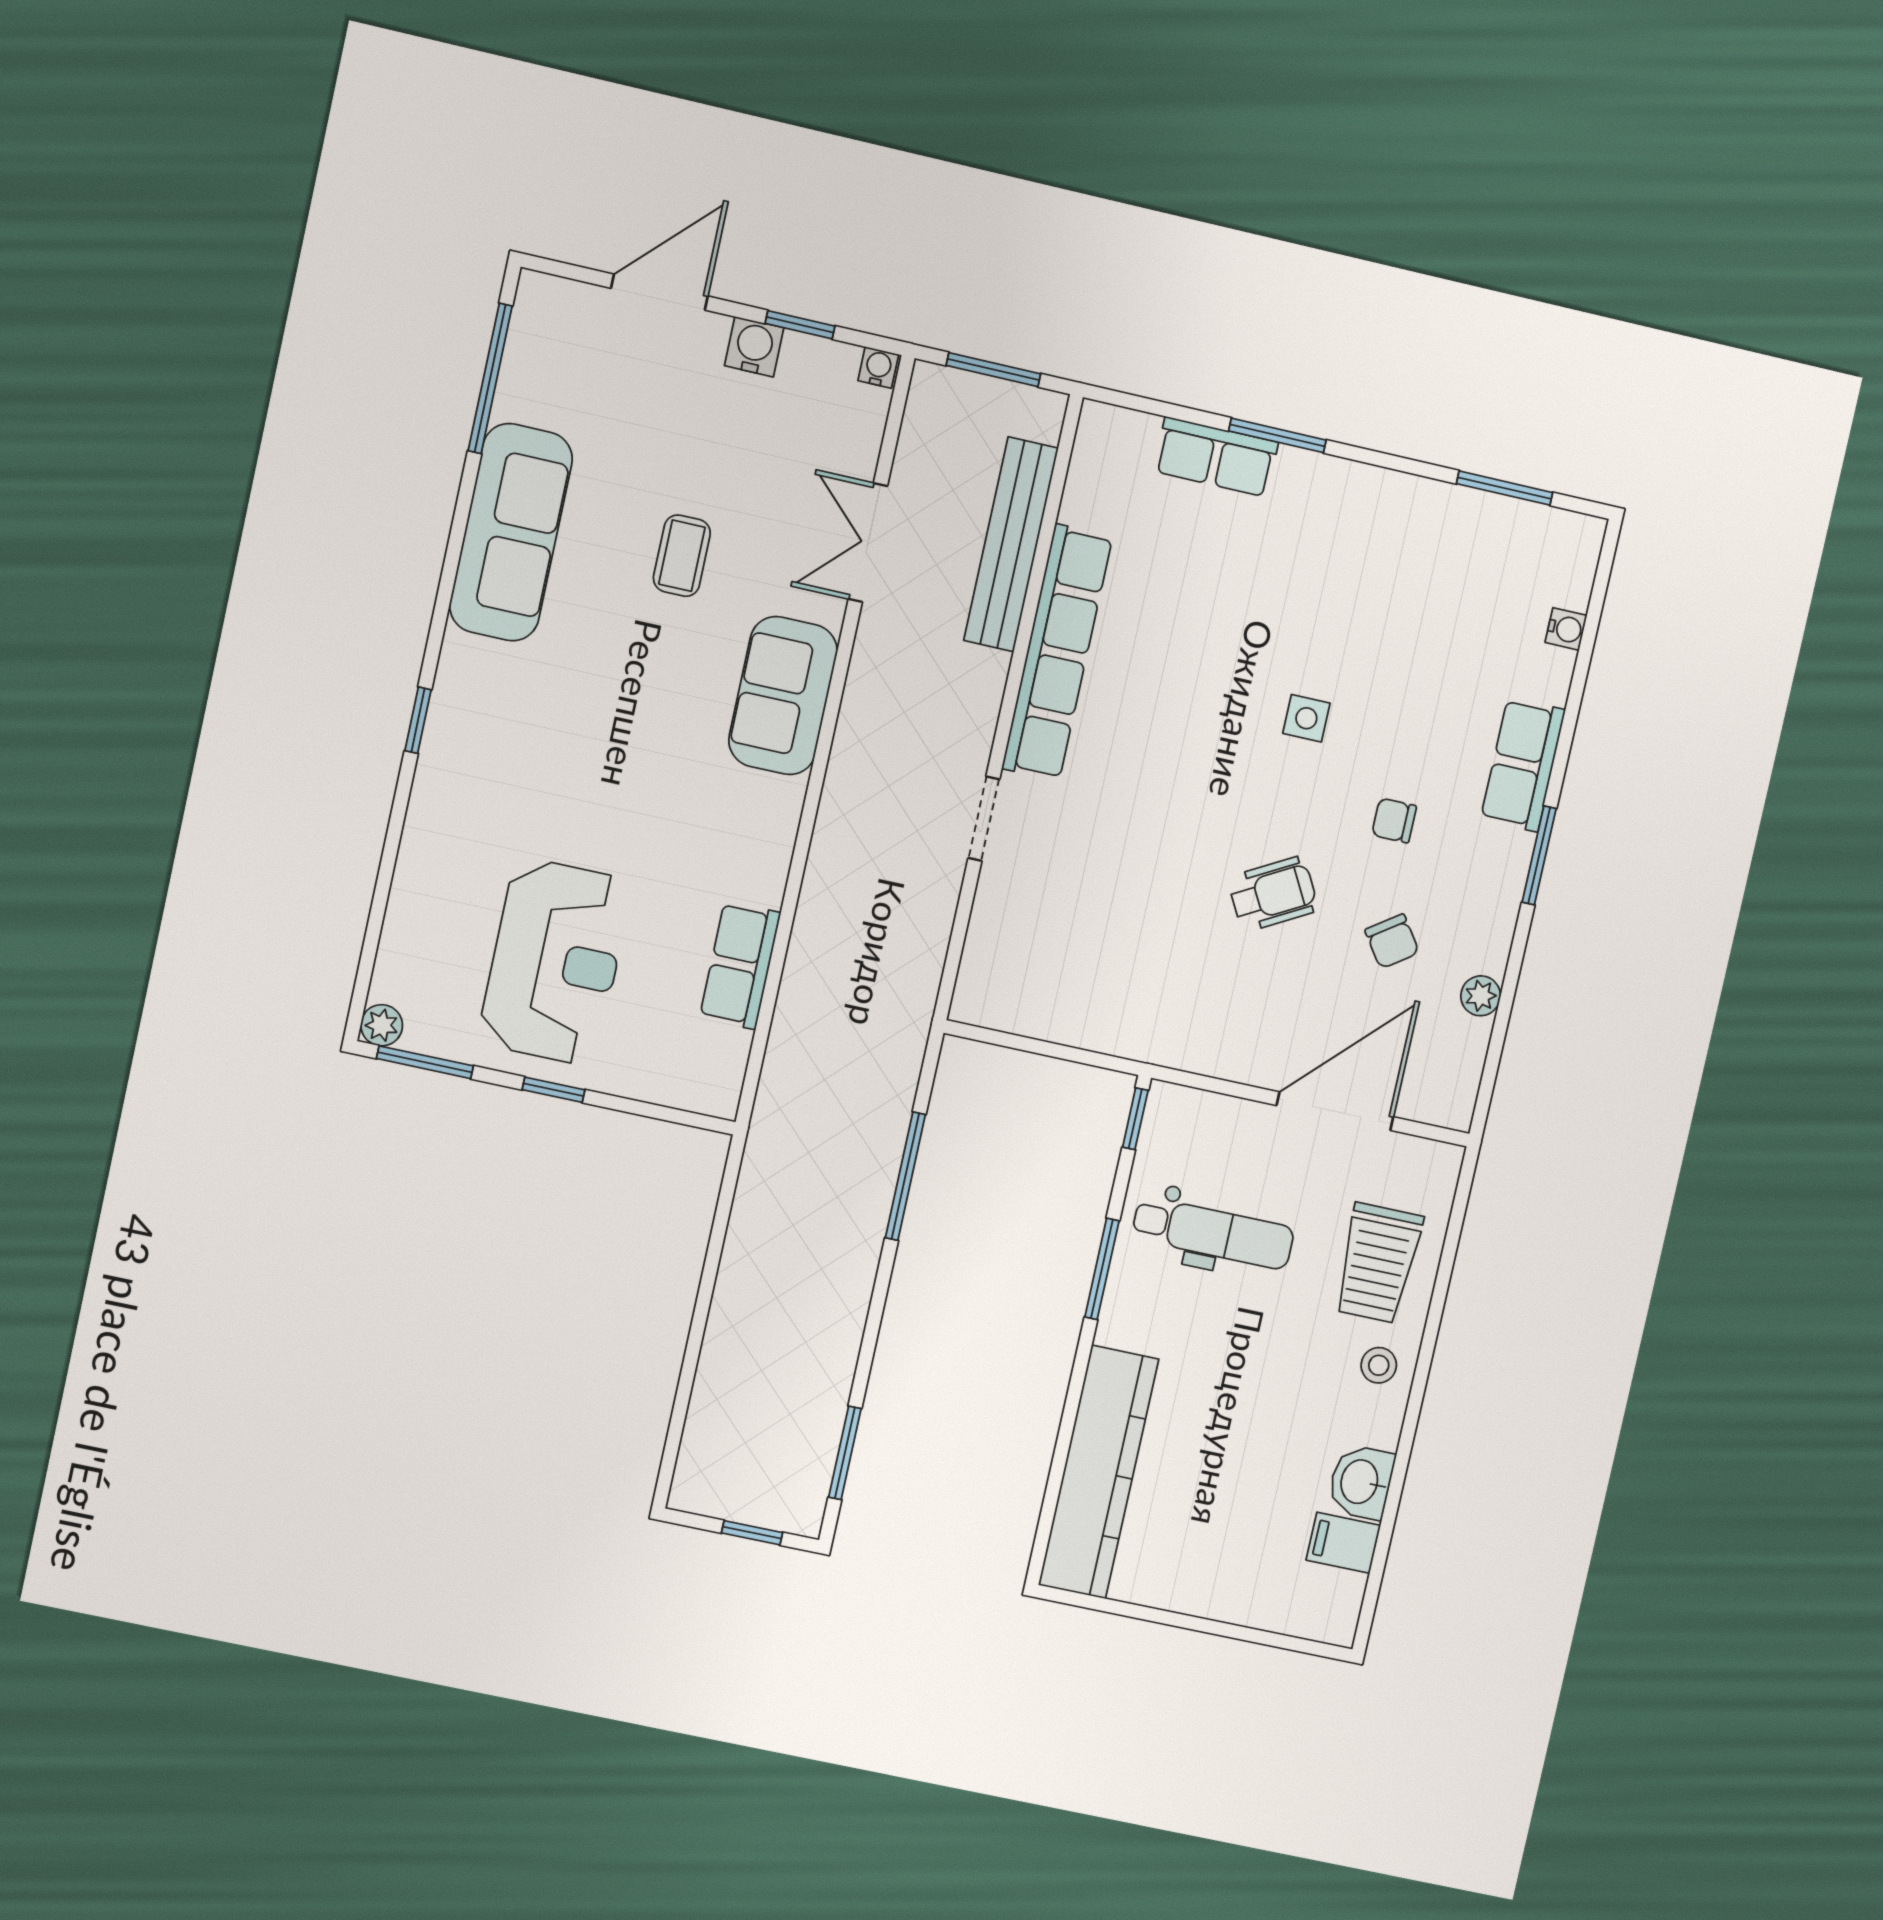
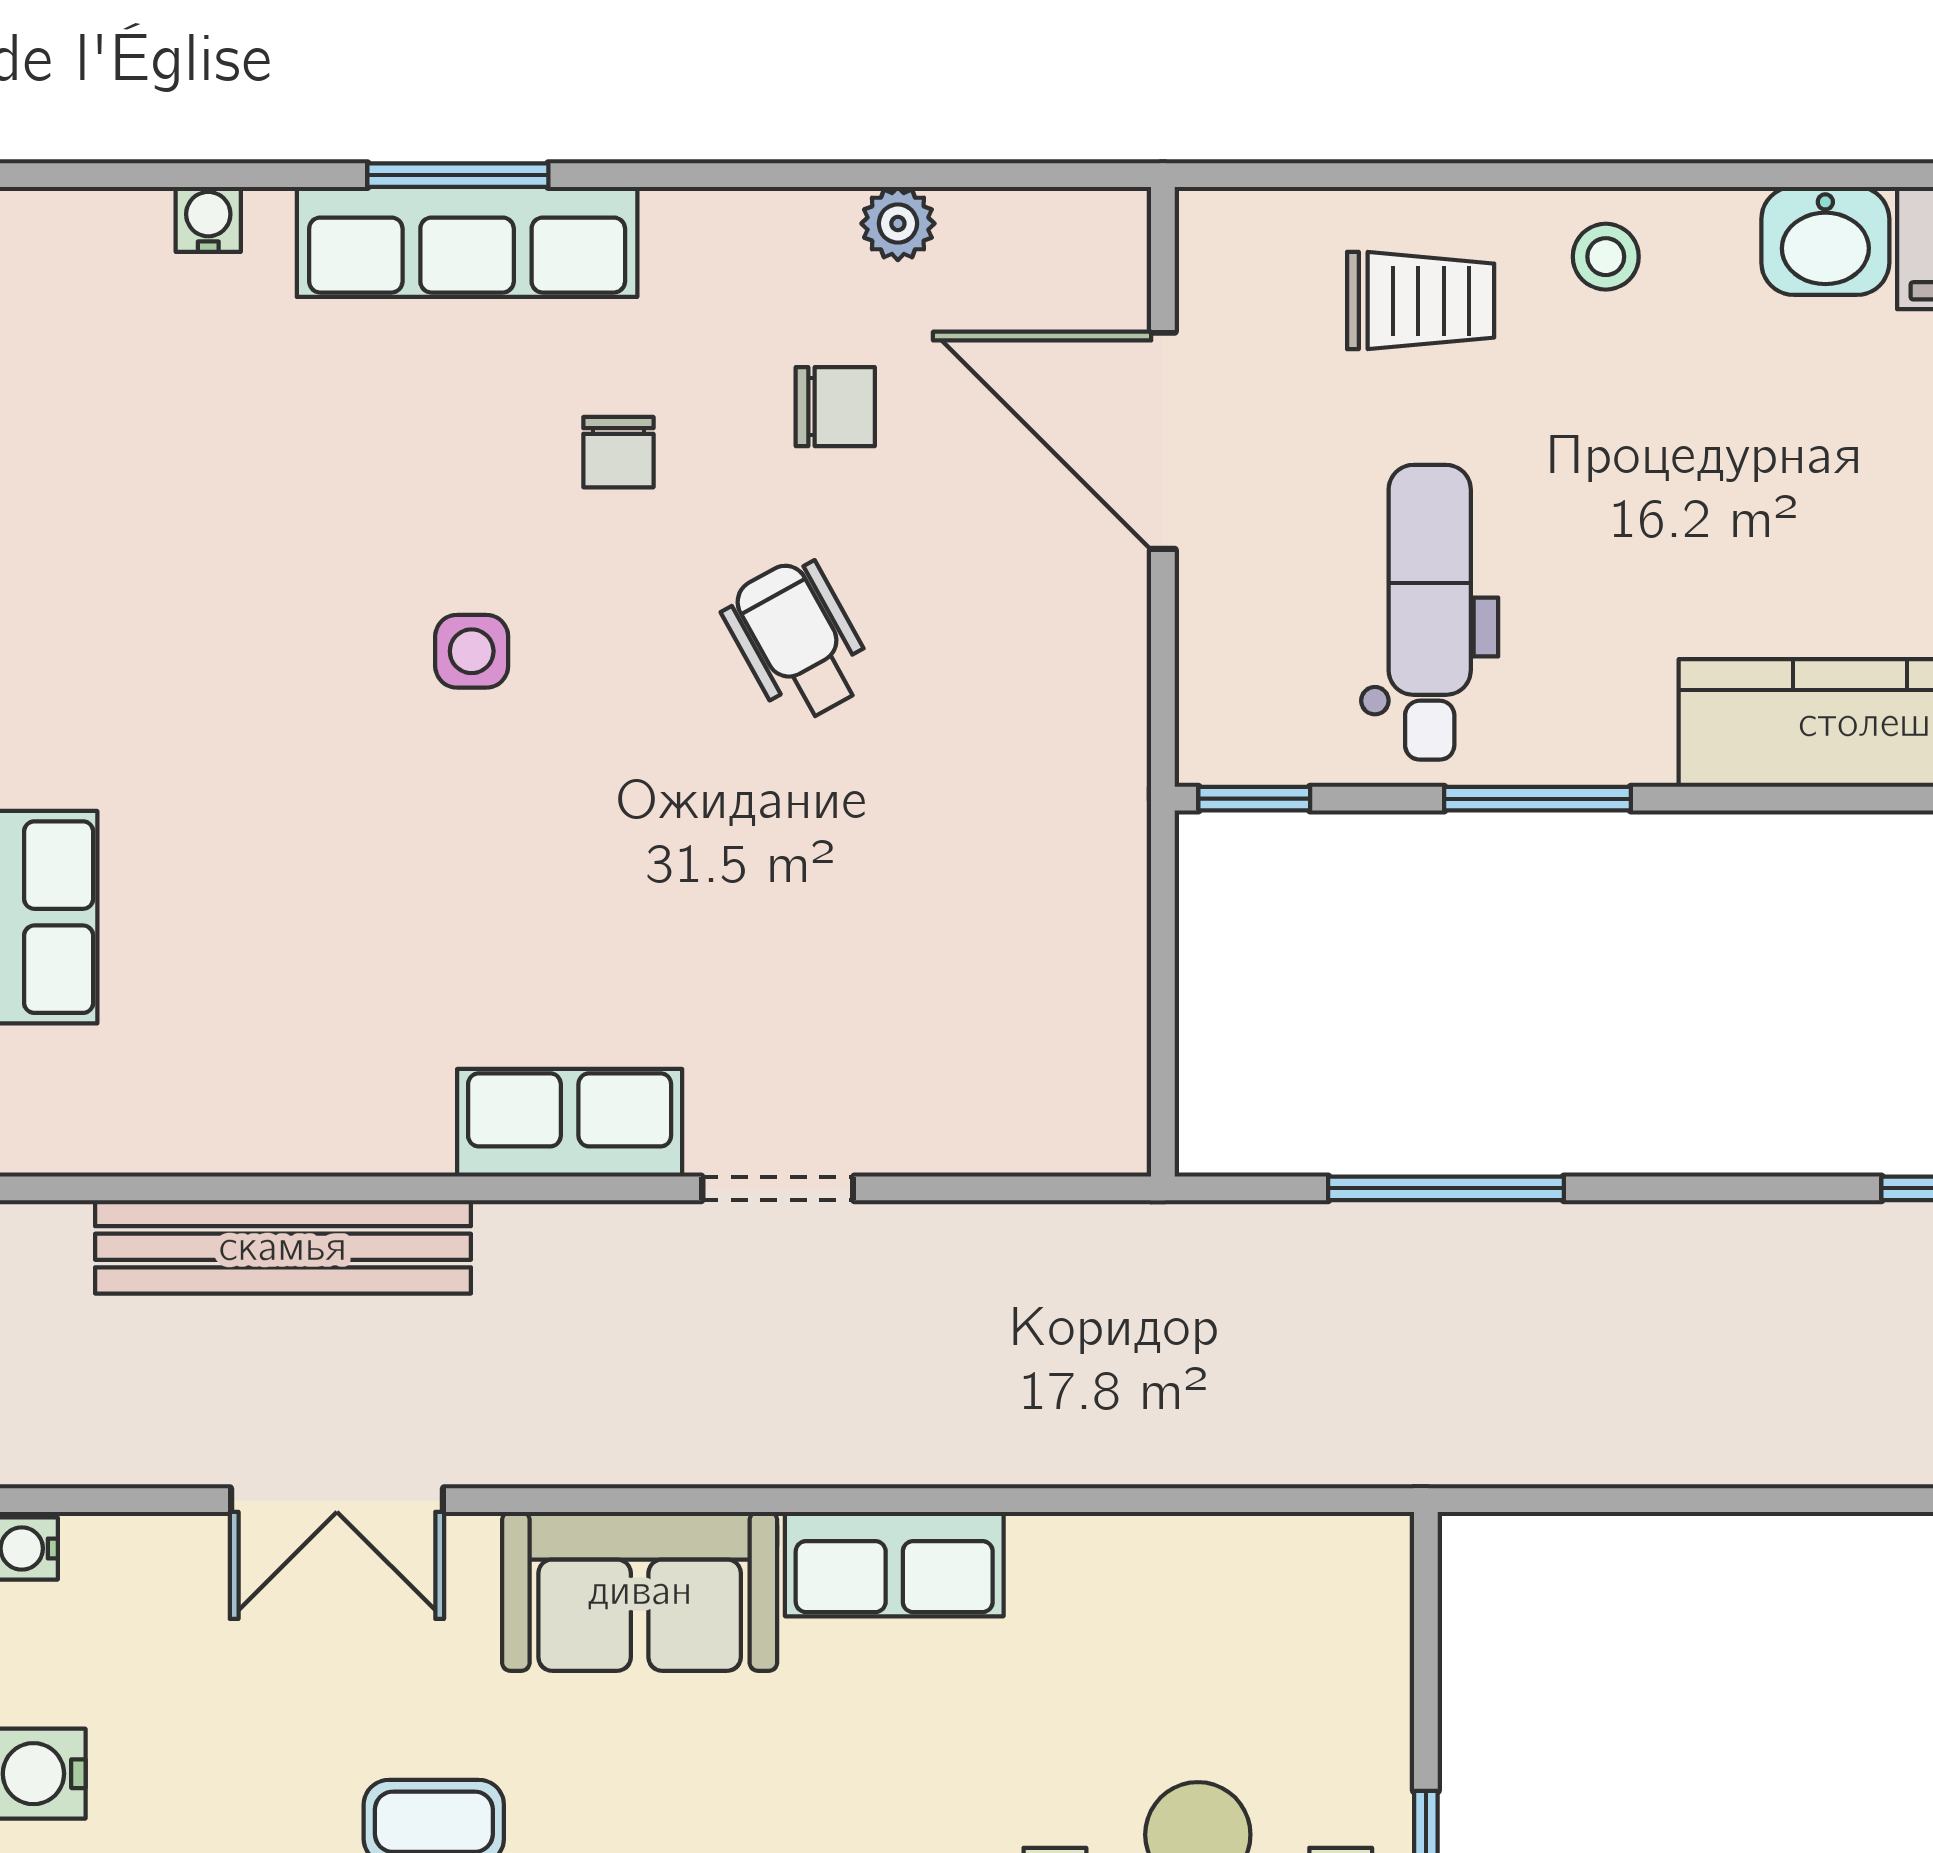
row of seats: (1057, 653) -> (570, 1123), width x0.50
row of seats: (1523, 765) -> (467, 242), width x1.48
window: (1539, 855) -> (458, 175), moved
chair: (1392, 941) -> (835, 407), turned 35
row of seats: (740, 965) -> (894, 1564), moved
trolley: (1378, 1263) -> (1421, 301), width x0.73, depth x0.72

